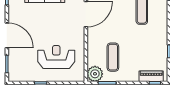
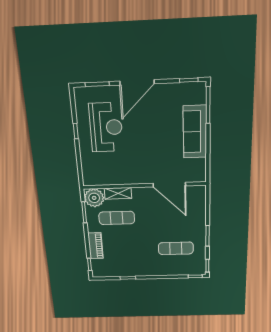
shelving: (92, 55) -> (118, 193), added
reception desk: (56, 57) -> (106, 127), moved
piano: (151, 76) -> (96, 246), moved

